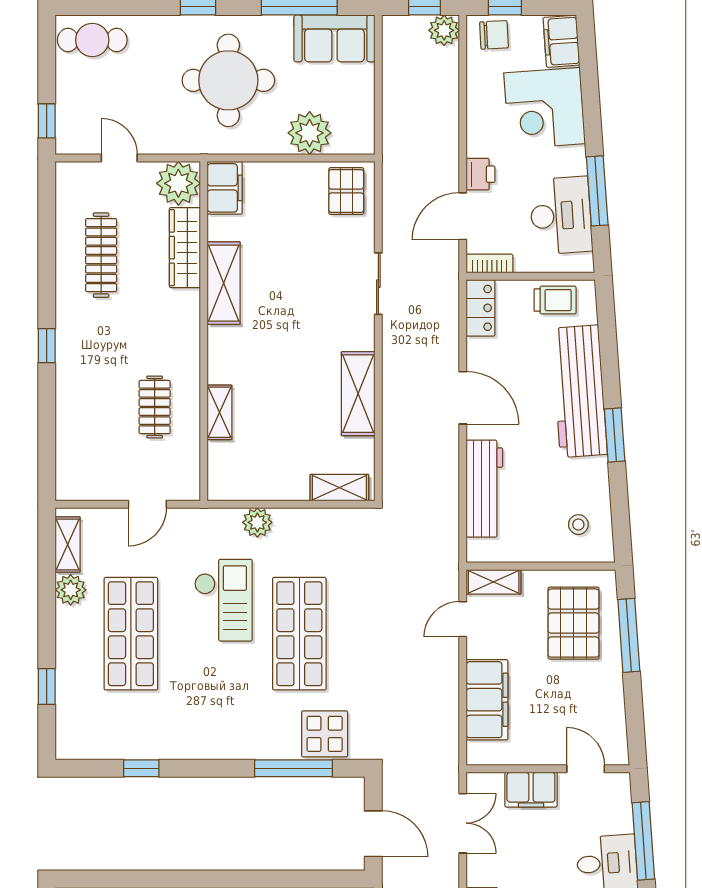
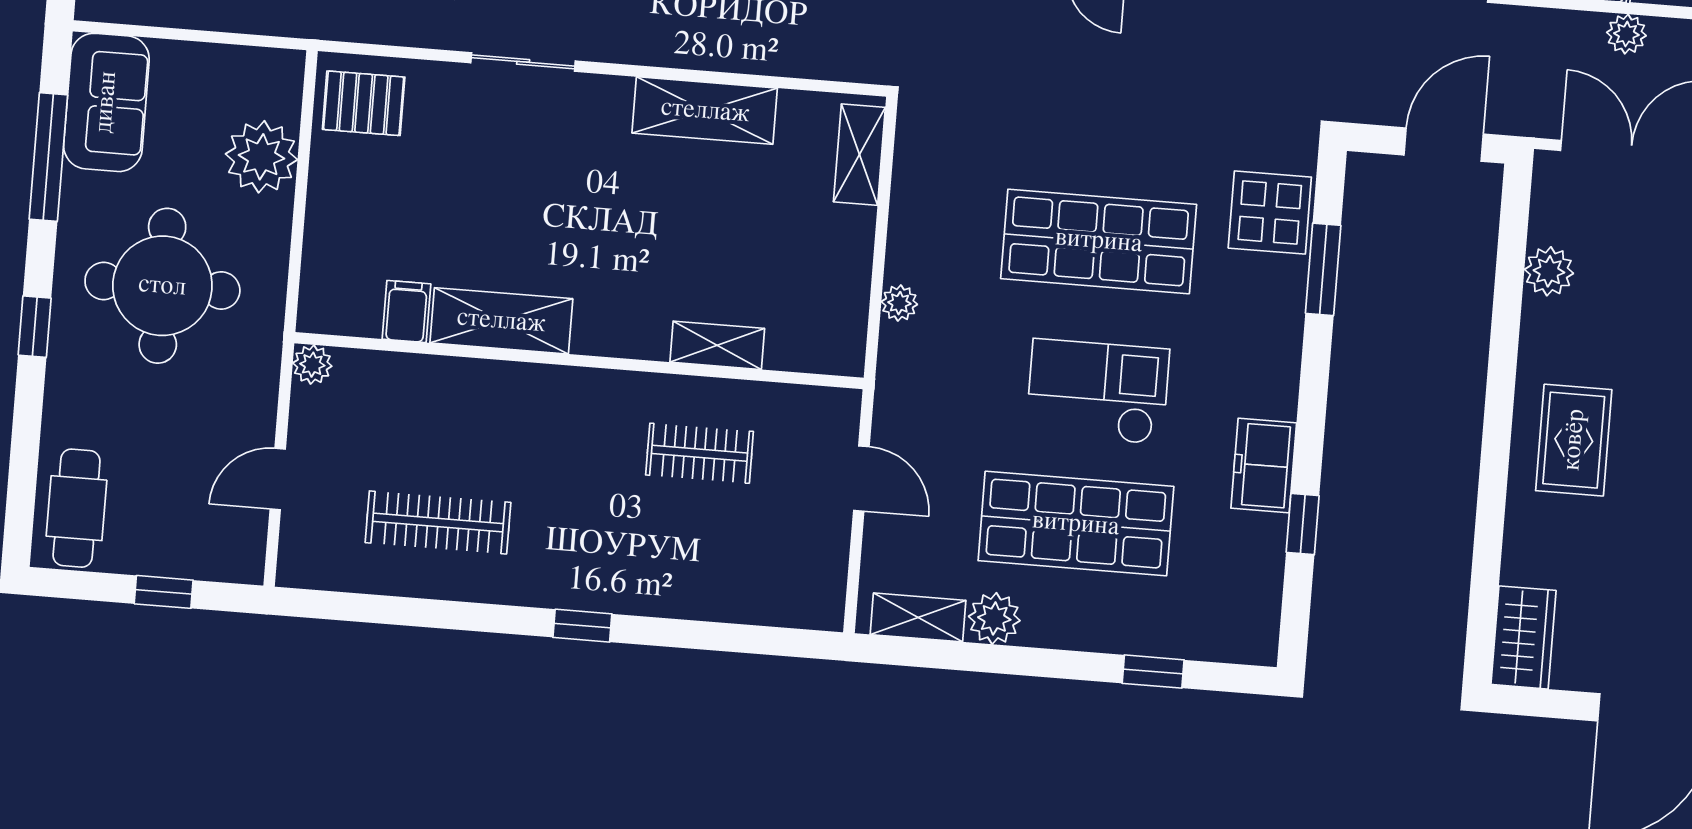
window: (47, 121) -> (164, 592), moved
plant: (178, 183) -> (312, 365), width x0.53, depth x0.53
filing cabinet: (225, 188) -> (407, 311), moved, width x0.50
wardrobe: (185, 248) -> (437, 381), removed
plant: (257, 522) -> (899, 303), width x0.73, depth x0.73
checkout: (223, 600) -> (1098, 392), moved
freezer: (174, 742) -> (1264, 466), added
window: (293, 768) -> (1323, 269), width x0.69

